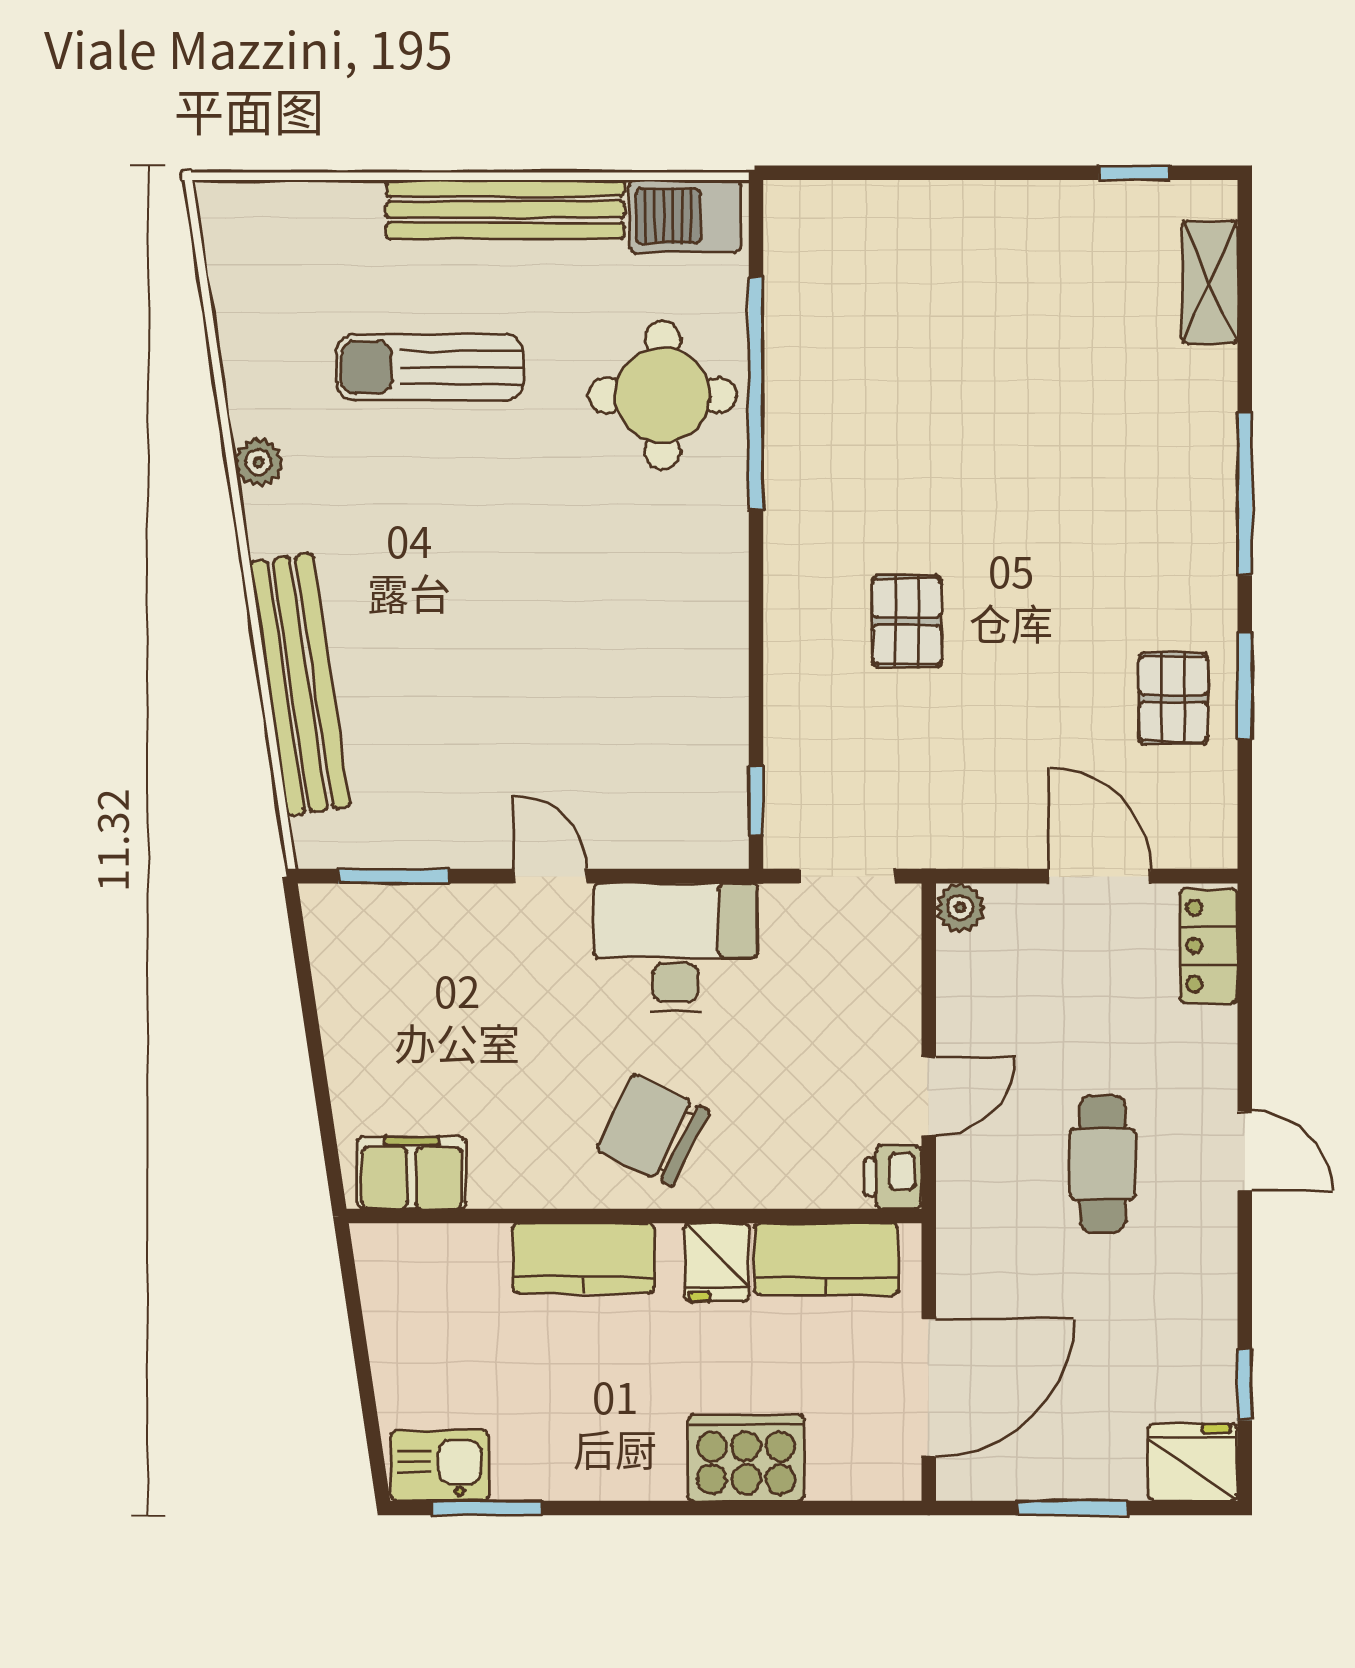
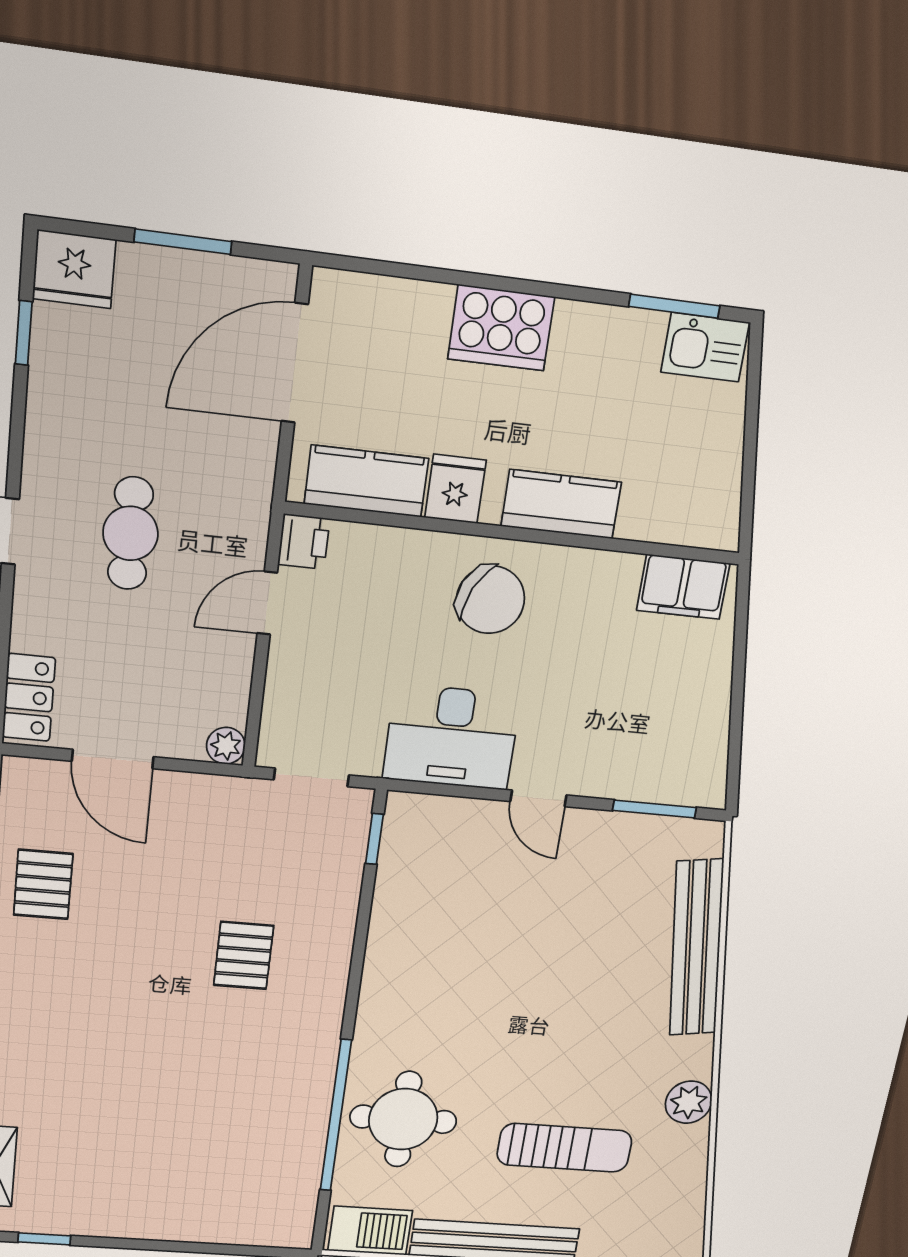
plant: (259, 462) -> (689, 1102), width x1.38, depth x1.38
cooker: (746, 1458) -> (501, 328), moved

